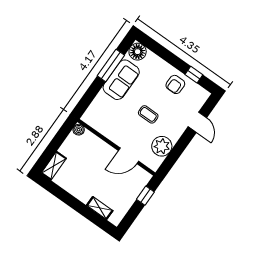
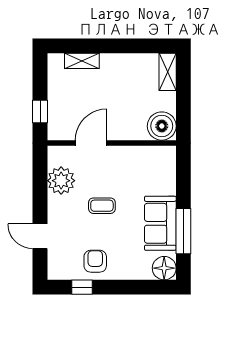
boiler: (79, 130) -> (162, 126), width x1.86, depth x1.86

